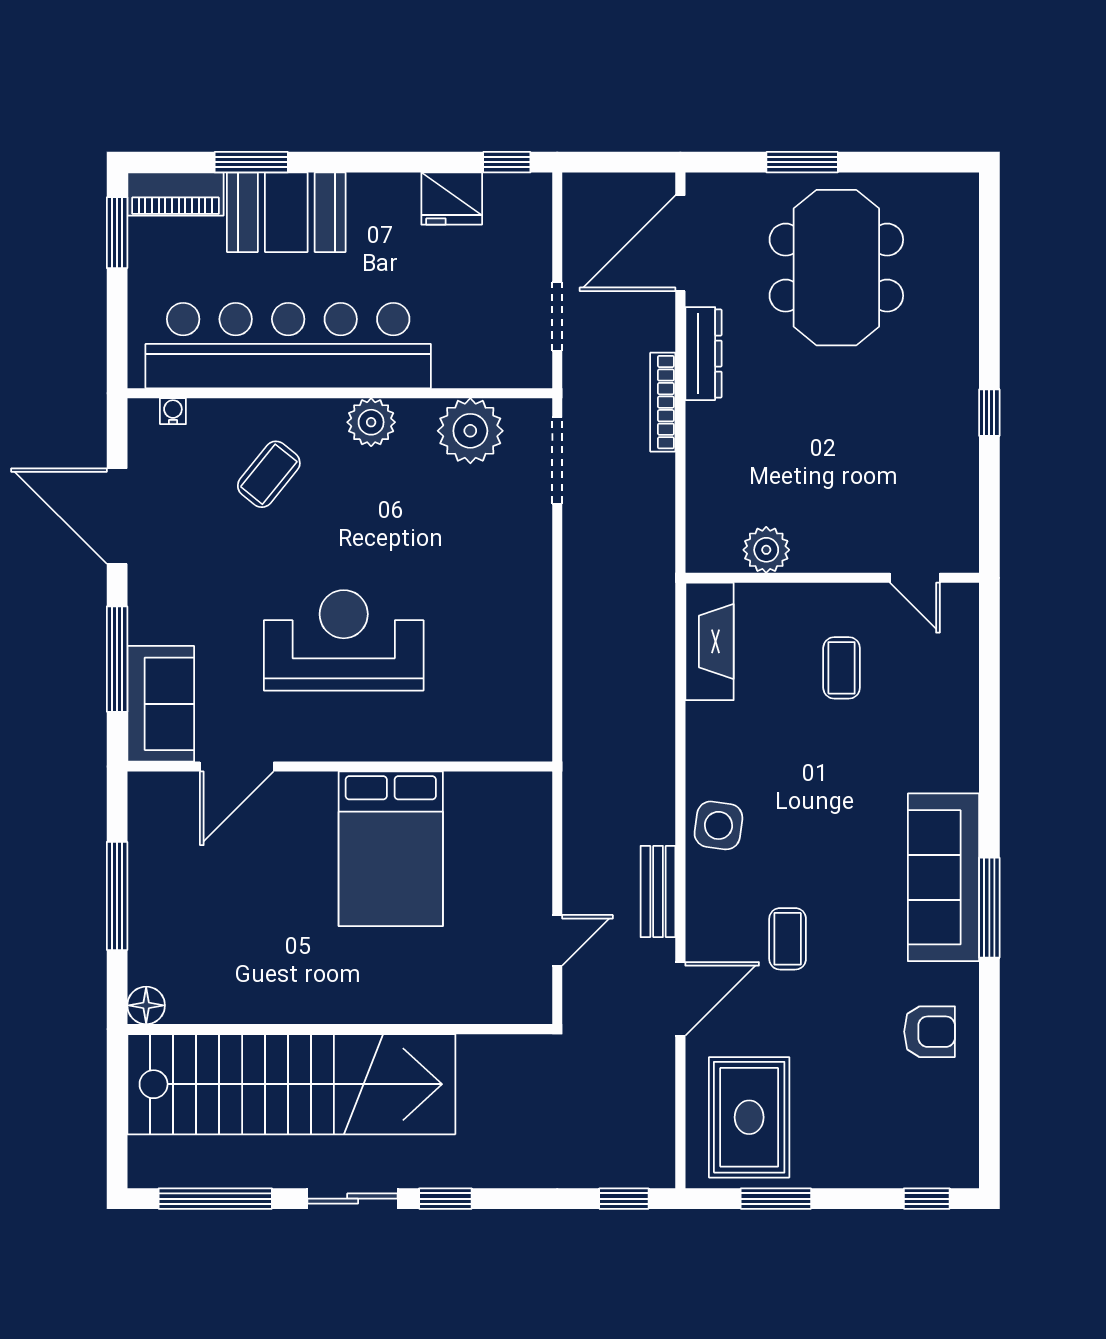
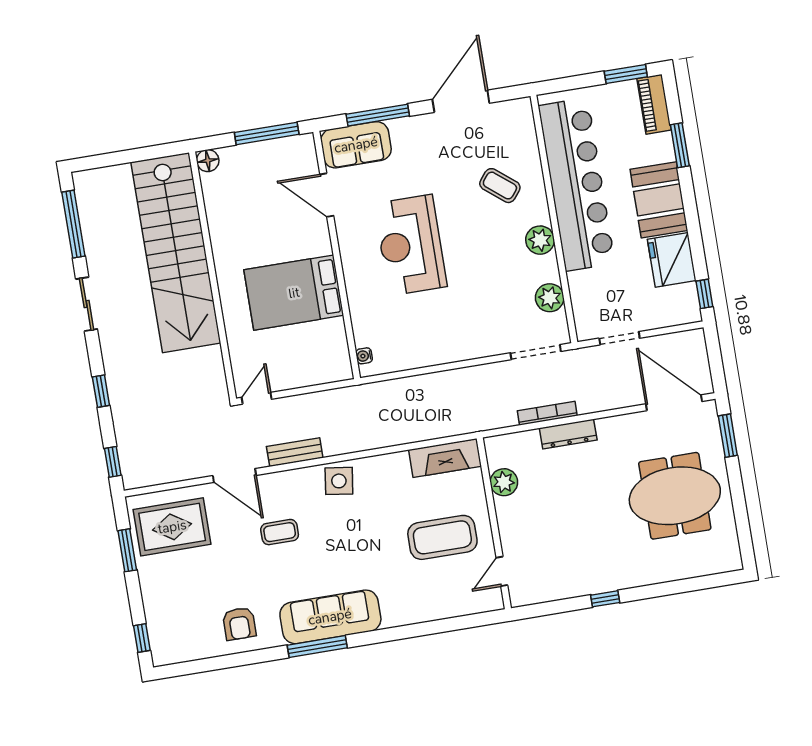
window: (802, 162) -> (728, 436), moved
fridge: (452, 199) -> (672, 260), width x1.36, depth x1.34
booth: (286, 212) -> (659, 200), moved
dresser: (704, 354) -> (568, 434), moved
bookcase: (663, 402) -> (547, 413), moved
water cooler: (173, 411) -> (364, 356), moved, turned 180
plant: (470, 431) -> (550, 298), width x0.73, depth x0.73
reception desk: (344, 640) -> (411, 245), turned 180
coffee table: (842, 668) -> (442, 537), width x1.86, depth x1.72
window: (117, 896) -> (267, 133), moved
door: (557, 940) -> (257, 398), swing flipped
floor lamp: (146, 1005) -> (208, 161), moved
wall: (340, 1029) -> (213, 276), moved
stairs: (291, 1084) -> (176, 253), moved
window: (445, 1199) -> (101, 391), moved

